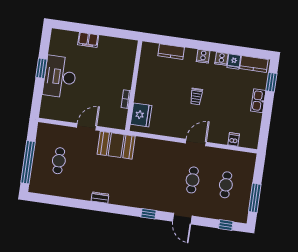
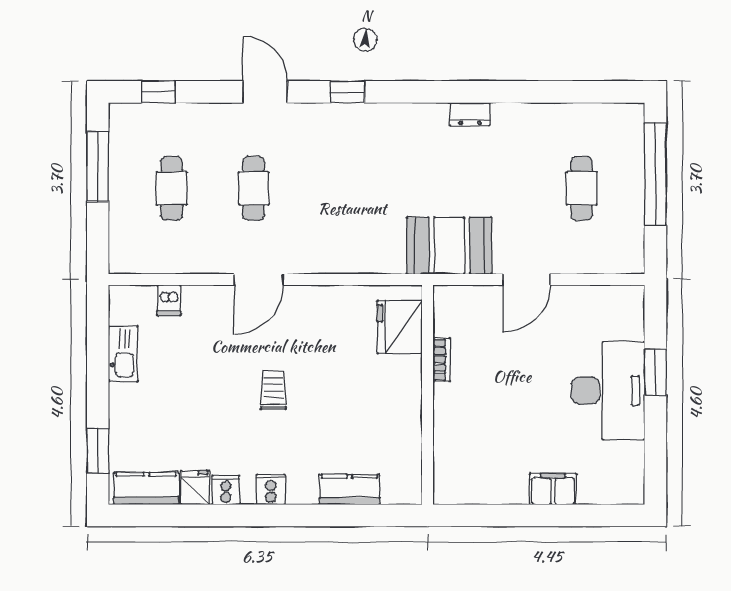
window: (41, 68) -> (655, 372), moved
kitchen sink: (258, 101) -> (123, 354), moved

